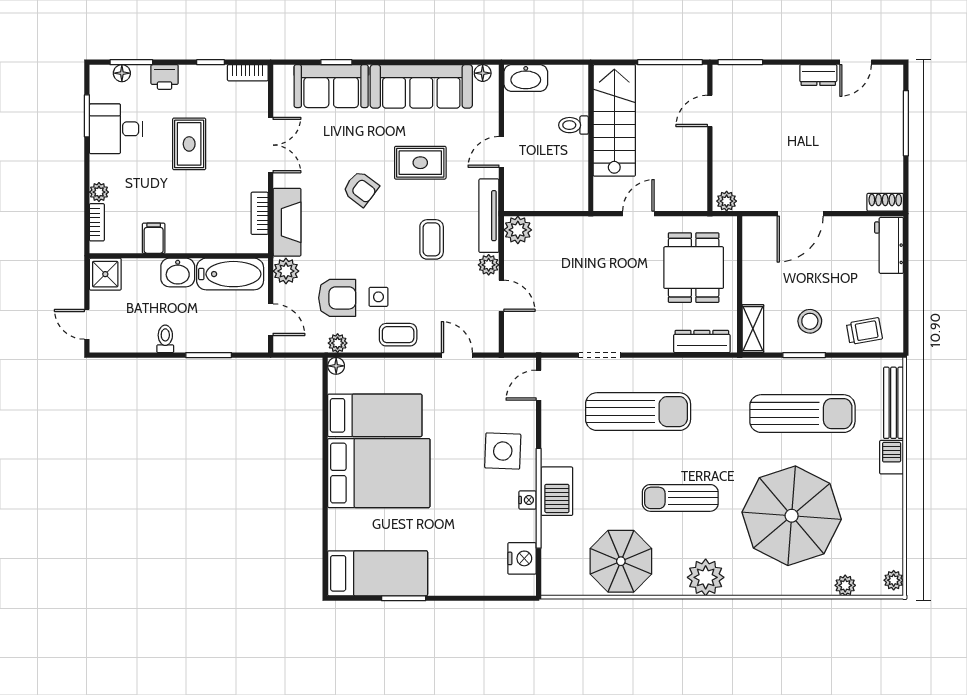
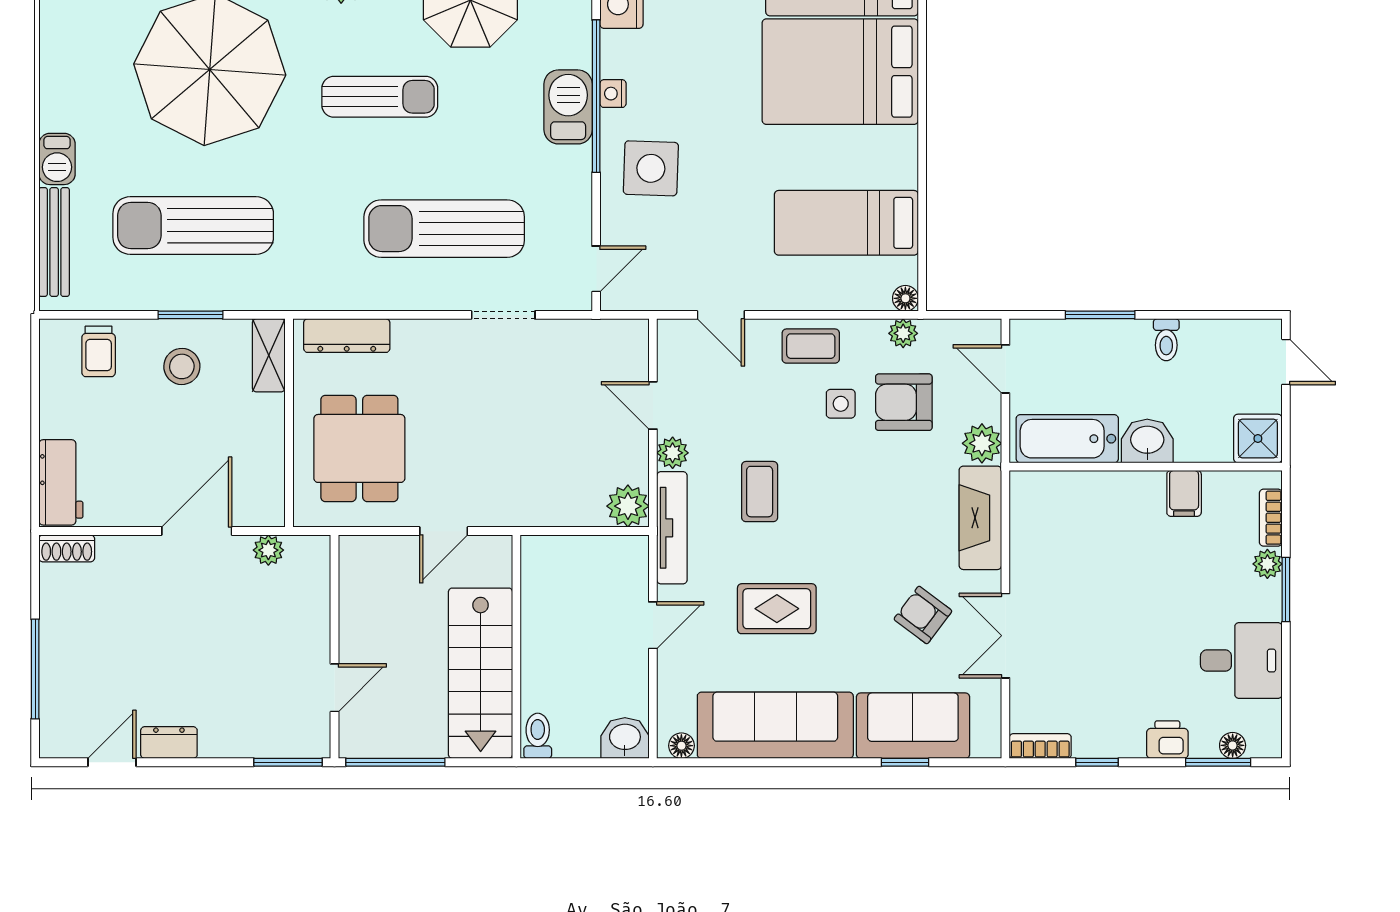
washbasin: (526, 78) -> (625, 738), width x0.72
window: (87, 116) -> (1286, 590), moved
toilet: (573, 125) -> (538, 736), moved, turned -90
rug: (189, 144) -> (1130, 637), removed
armchair: (361, 189) -> (923, 615), moved
plant: (727, 201) -> (268, 550), moved
bookcase: (260, 213) -> (1022, 531), removed
trolley: (864, 331) -> (99, 351), turned -80
bed: (379, 473) -> (840, 72), moved

